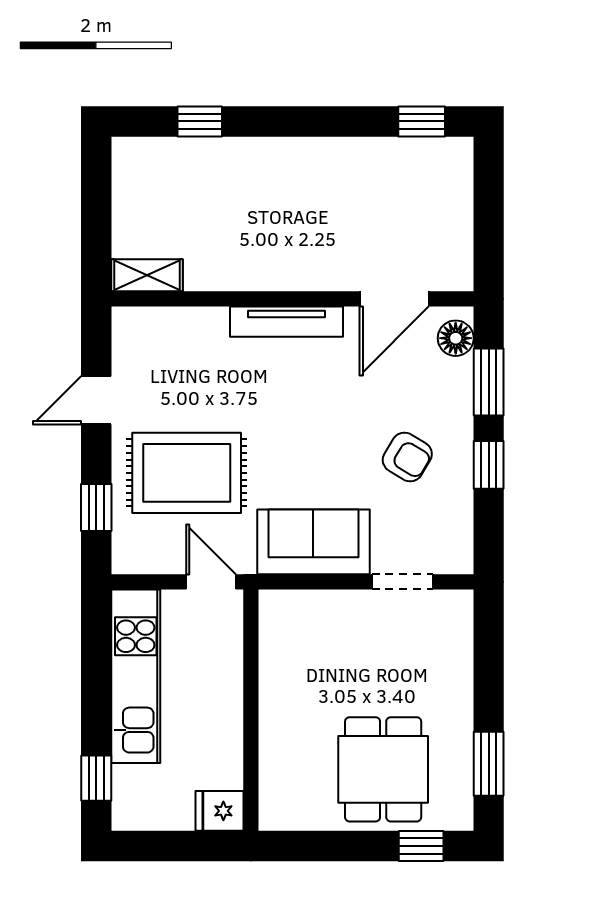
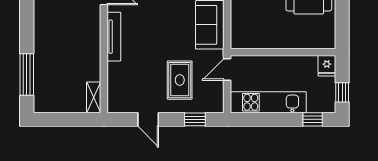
window: (200, 121) -> (27, 74), width x2.17
rug: (187, 473) -> (180, 80), width x0.73, depth x0.70
window: (158, 846) -> (342, 92), added

